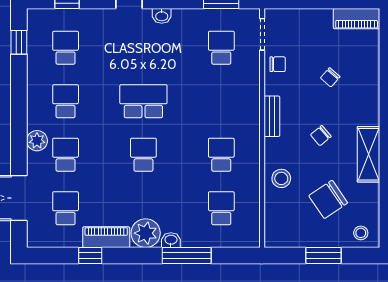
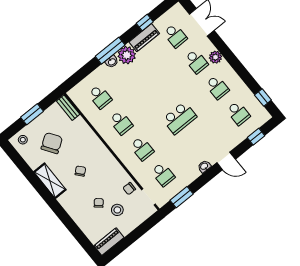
bench: (272, 116) -> (68, 108), moved
school desk: (143, 155) -> (142, 149), moved
stool: (281, 178) -> (117, 210), moved
window: (187, 255) -> (110, 51), moved

